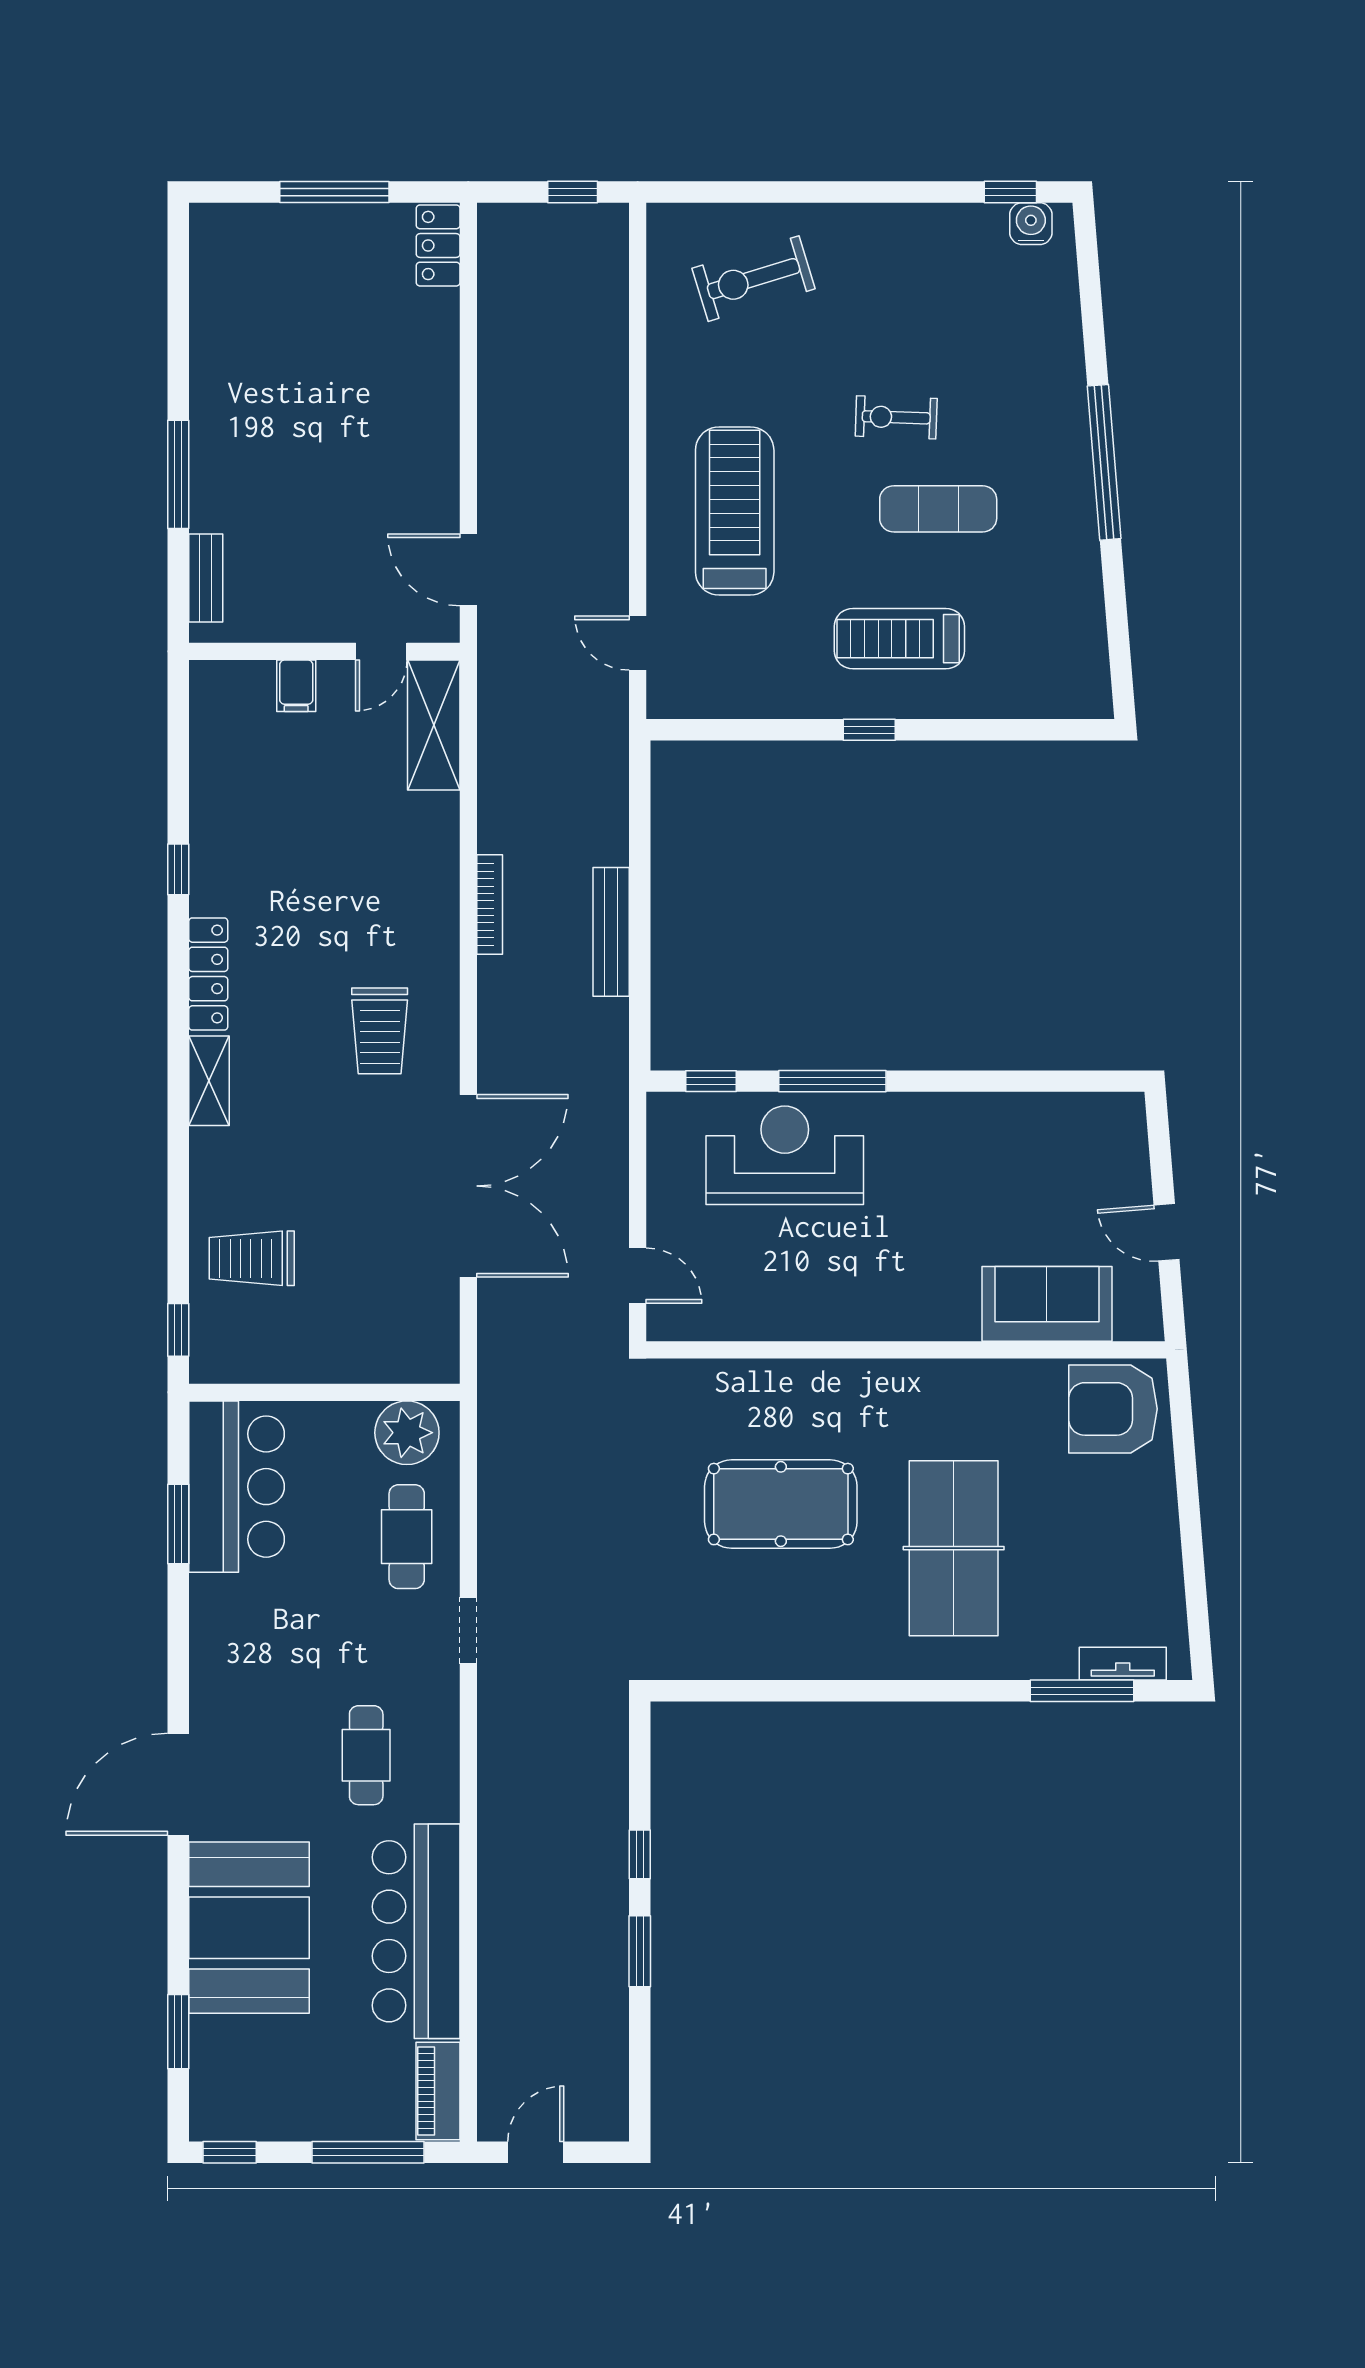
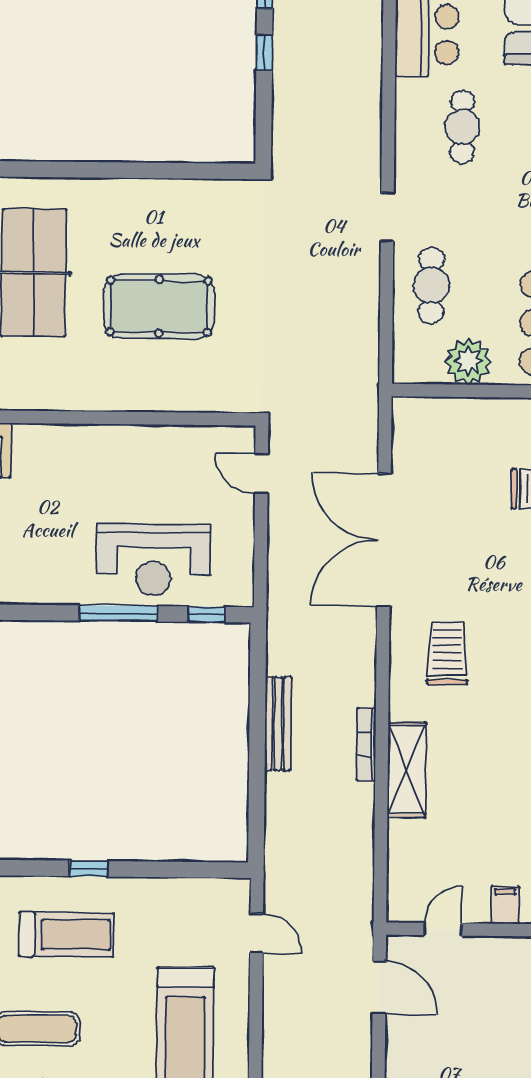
shelving: (434, 725) -> (407, 770), moved
plant: (407, 1433) -> (468, 361), moved

